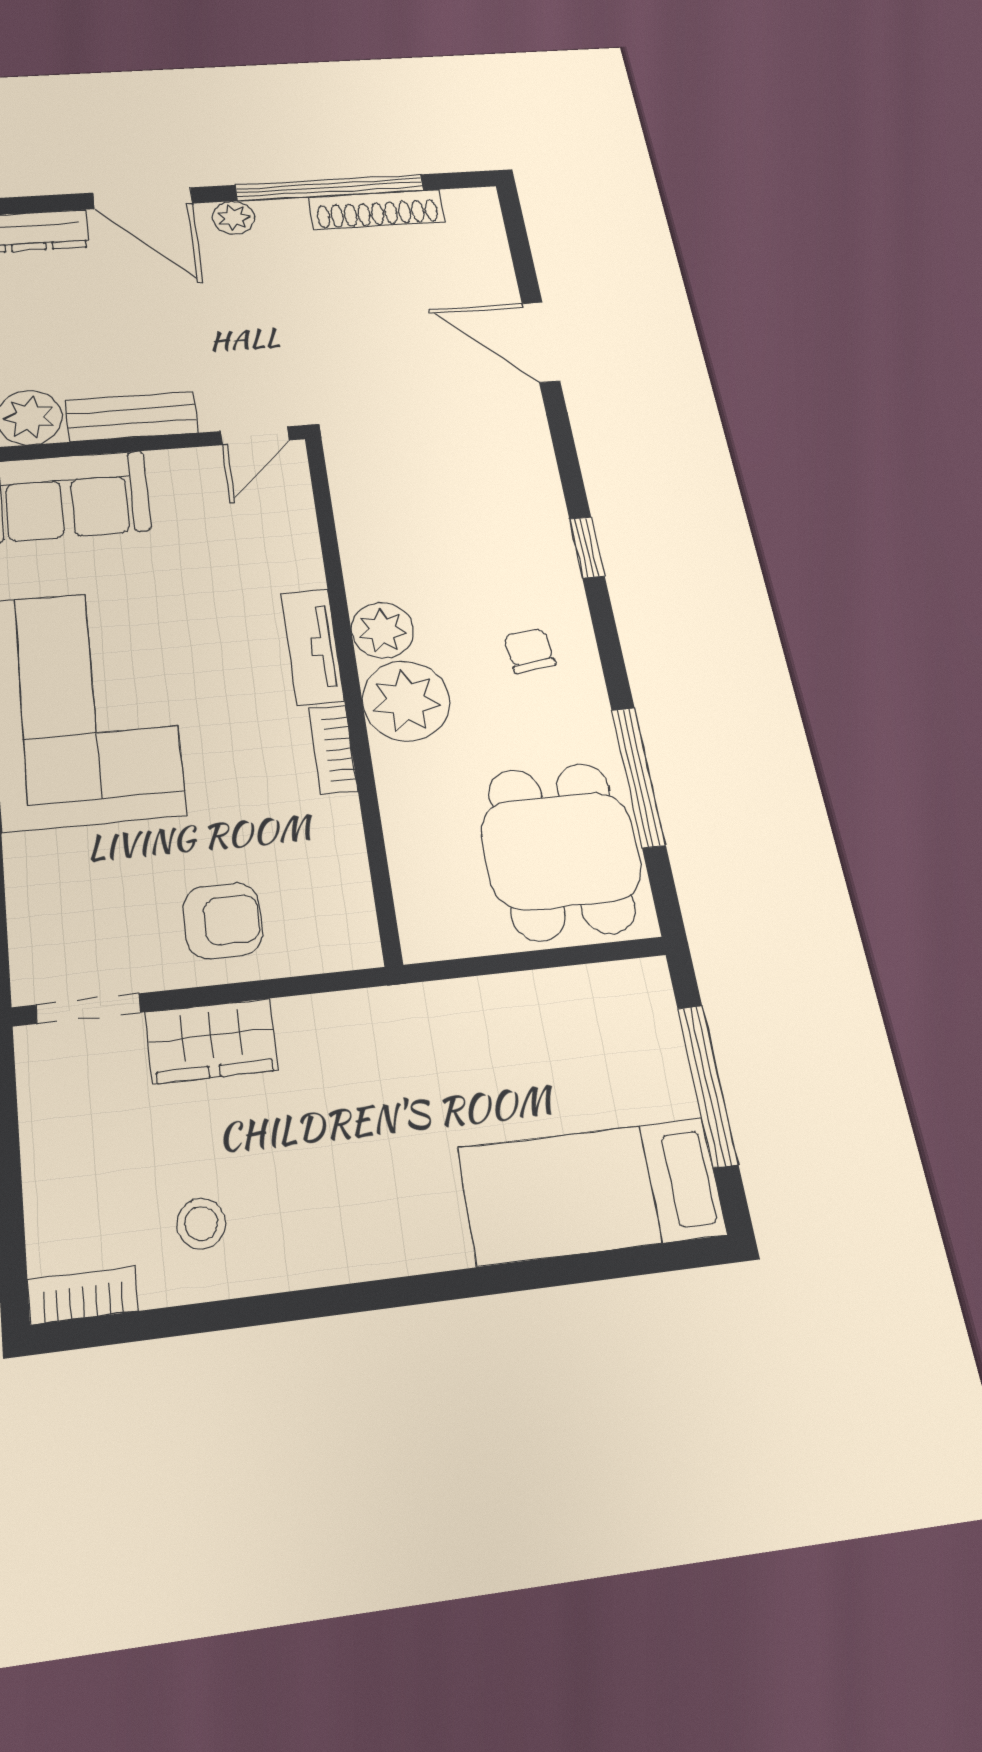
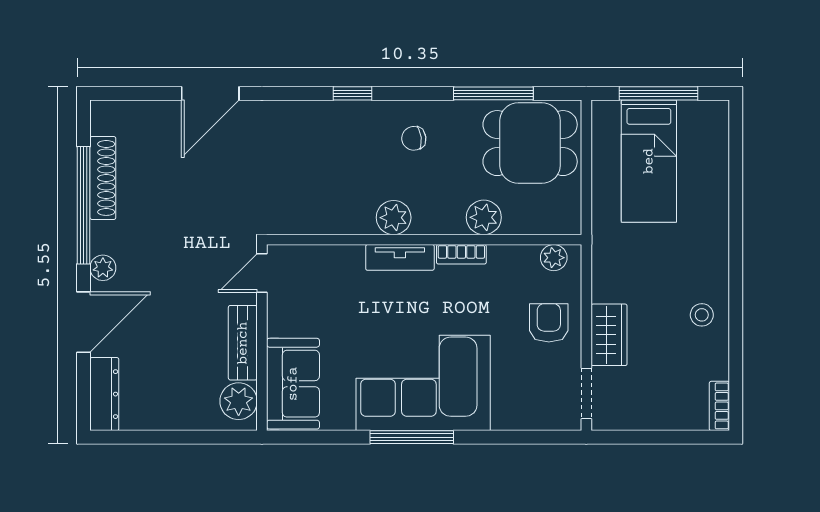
door: (255, 436) -> (262, 273), swing flipped
plant: (406, 701) -> (484, 217), moved, width x0.73, depth x0.73
plant: (351, 917) -> (554, 258), added
bed: (592, 1191) -> (649, 161), moved
stool: (201, 1223) -> (702, 315), moved

